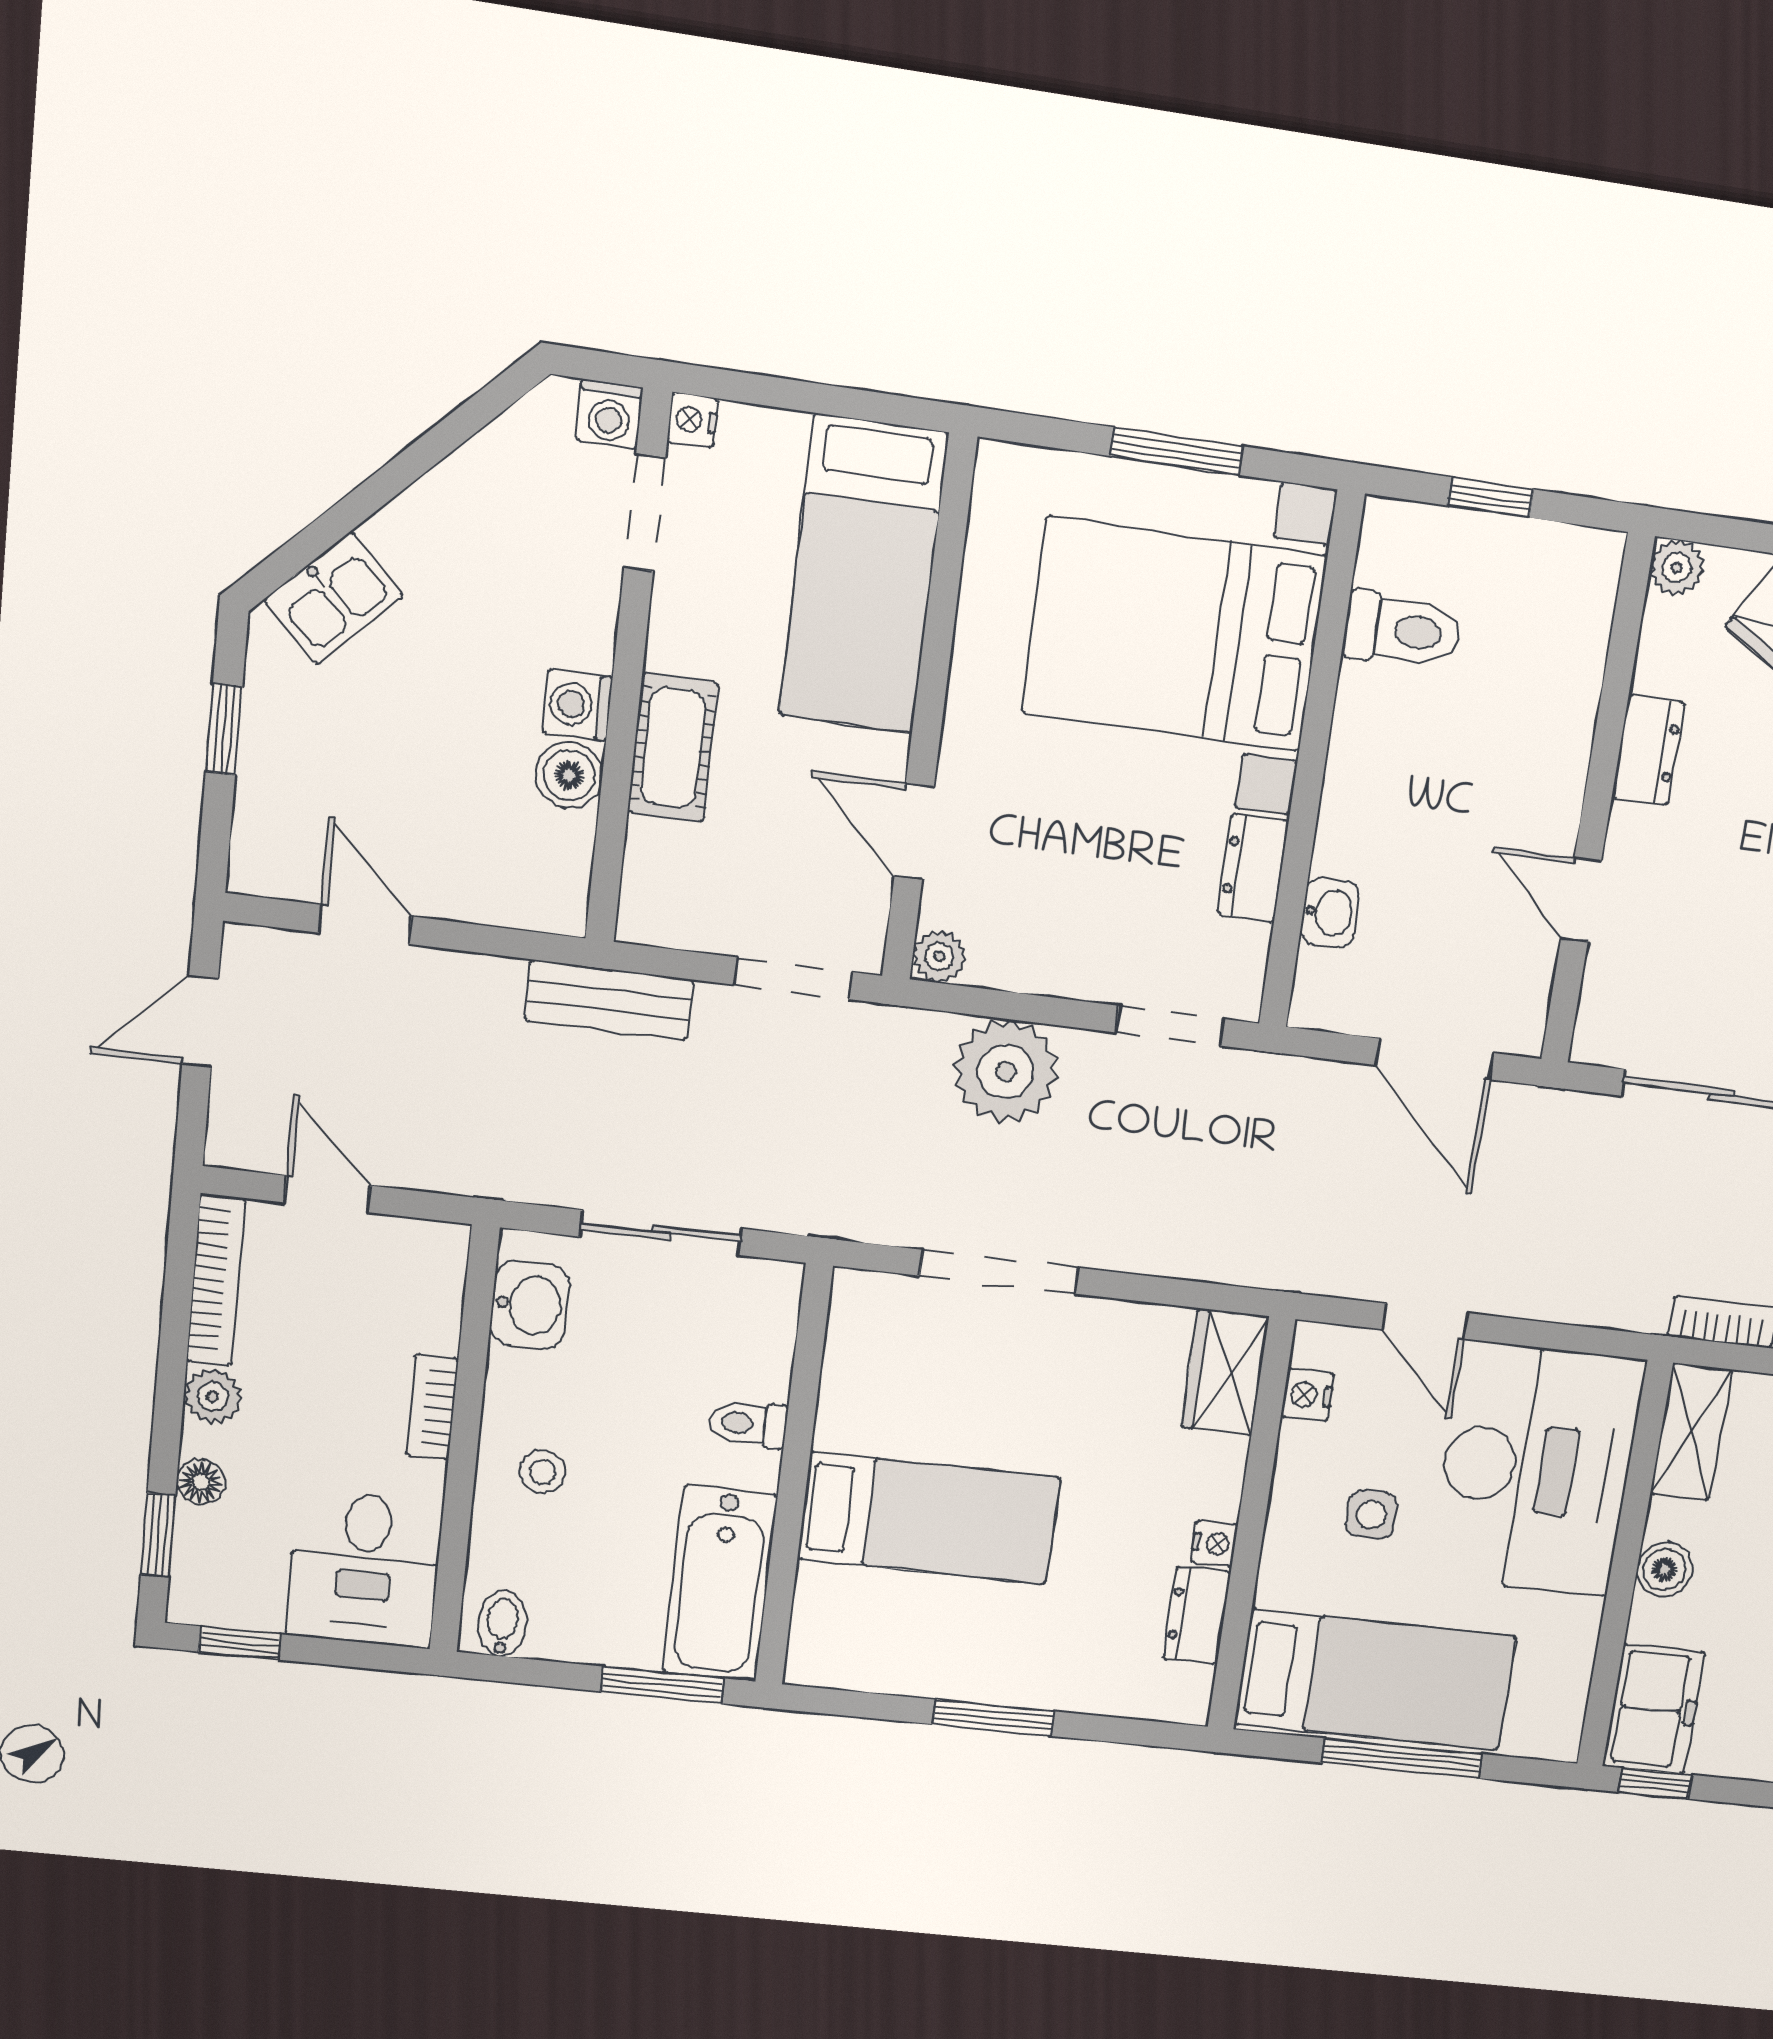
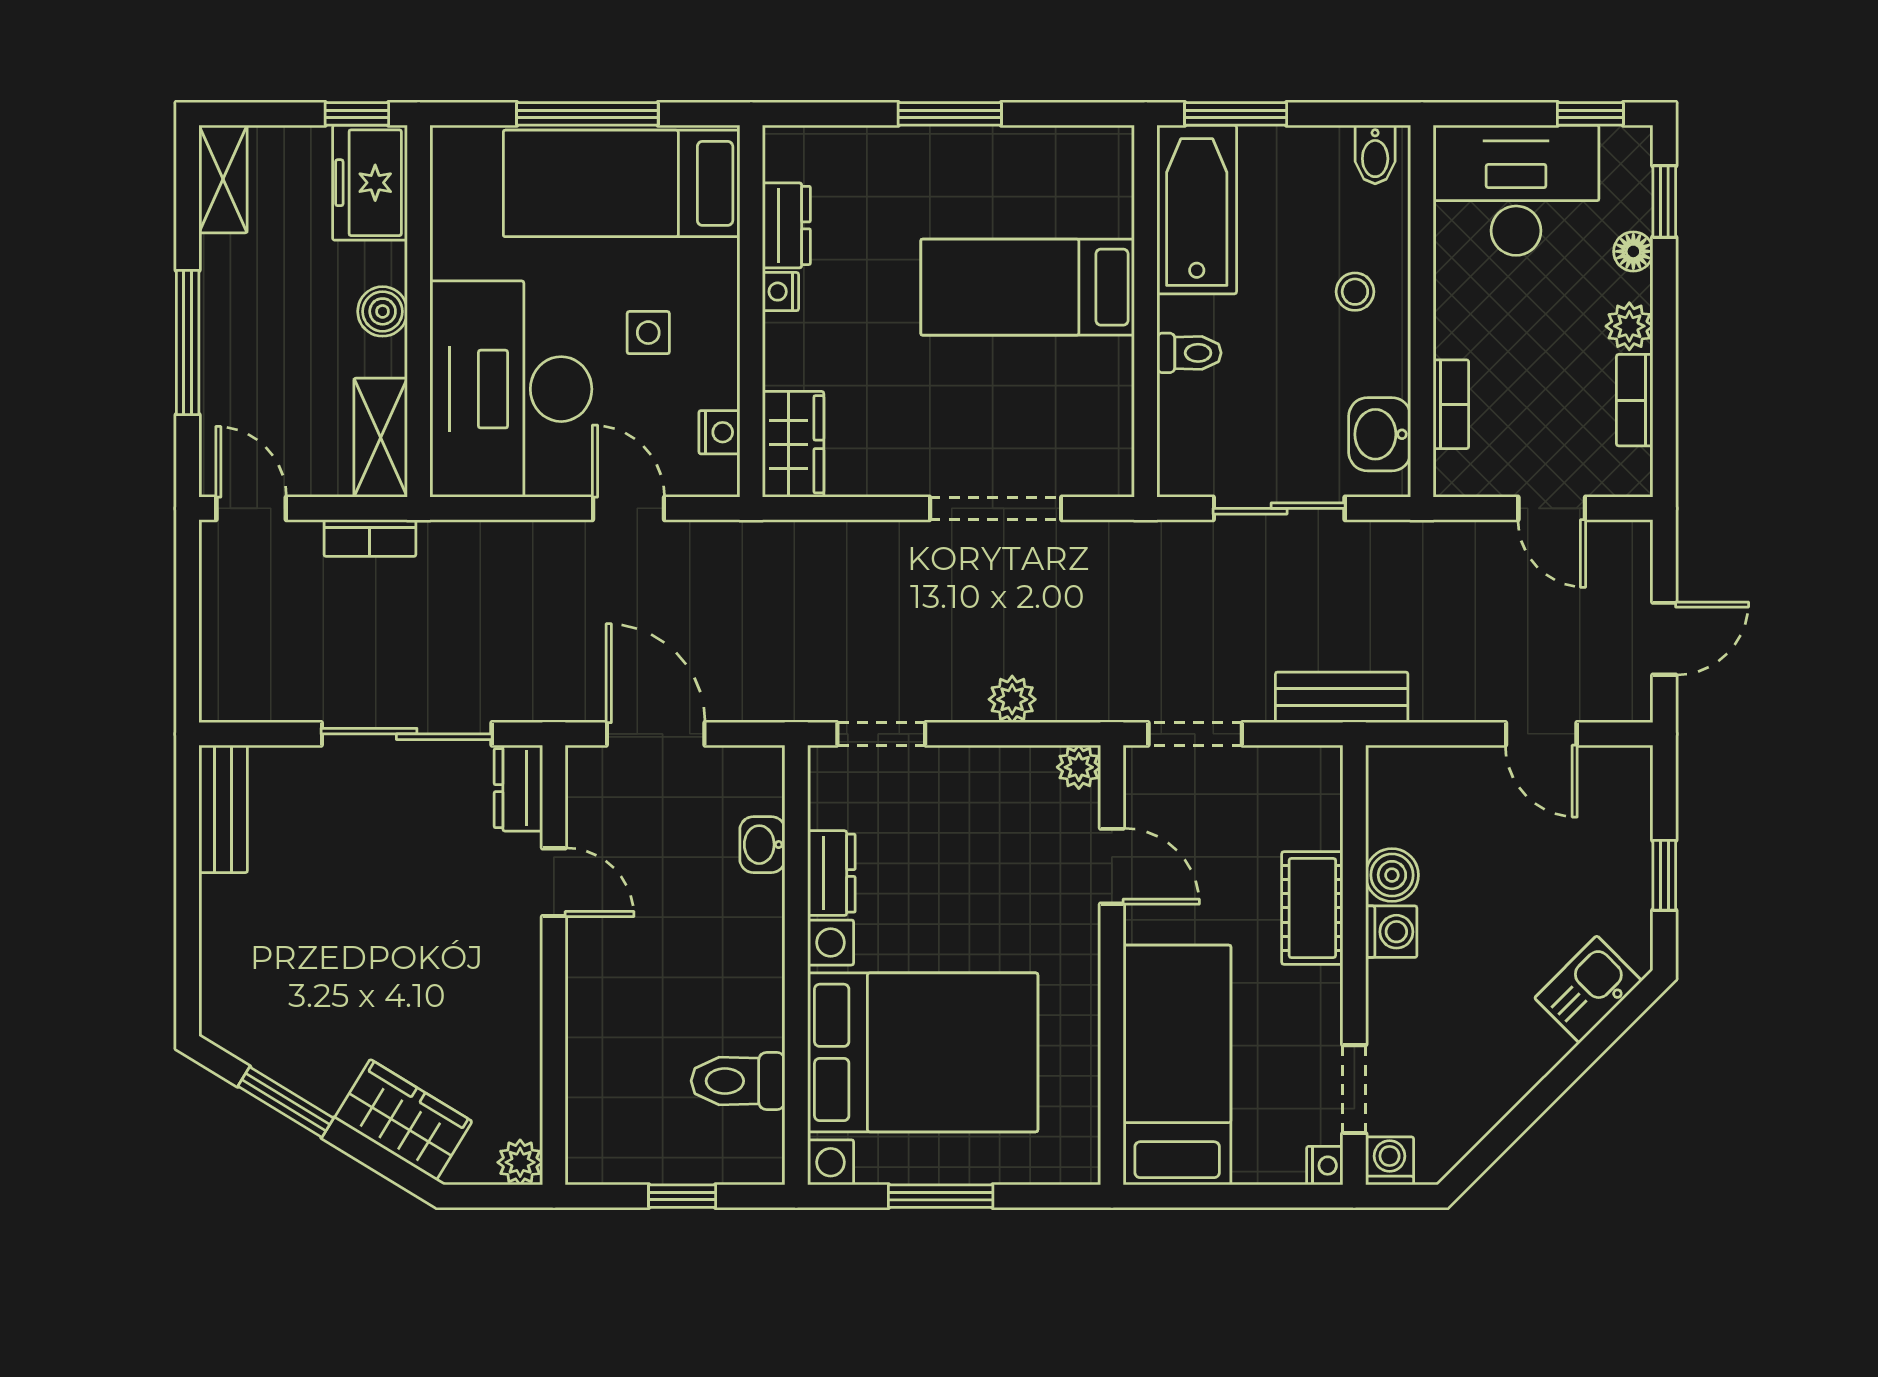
dresser: (1648, 750) -> (518, 788), moved
plant: (1006, 1071) -> (1012, 699), width x0.53, depth x0.53
bookcase: (216, 1280) -> (1635, 400), width x0.64
bookcase: (432, 1407) -> (1451, 404), moved
desk: (364, 1569) -> (1516, 190), width x1.37

